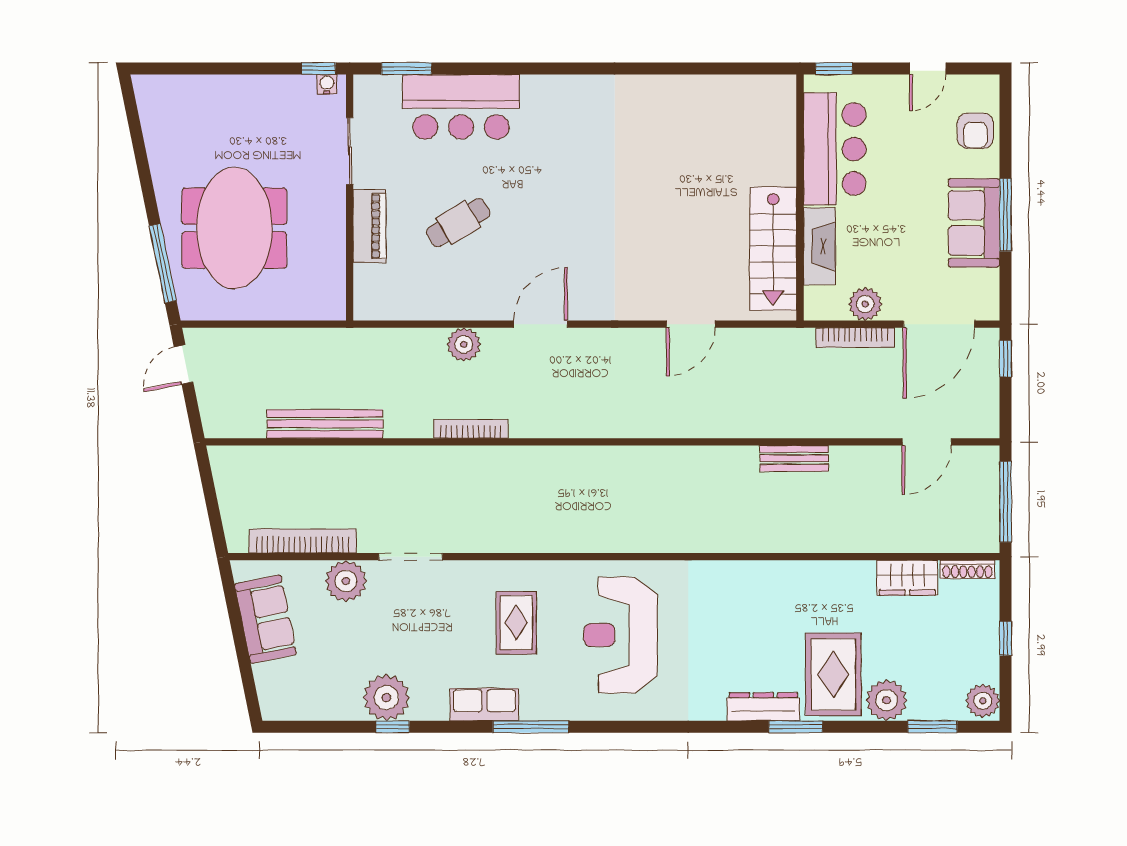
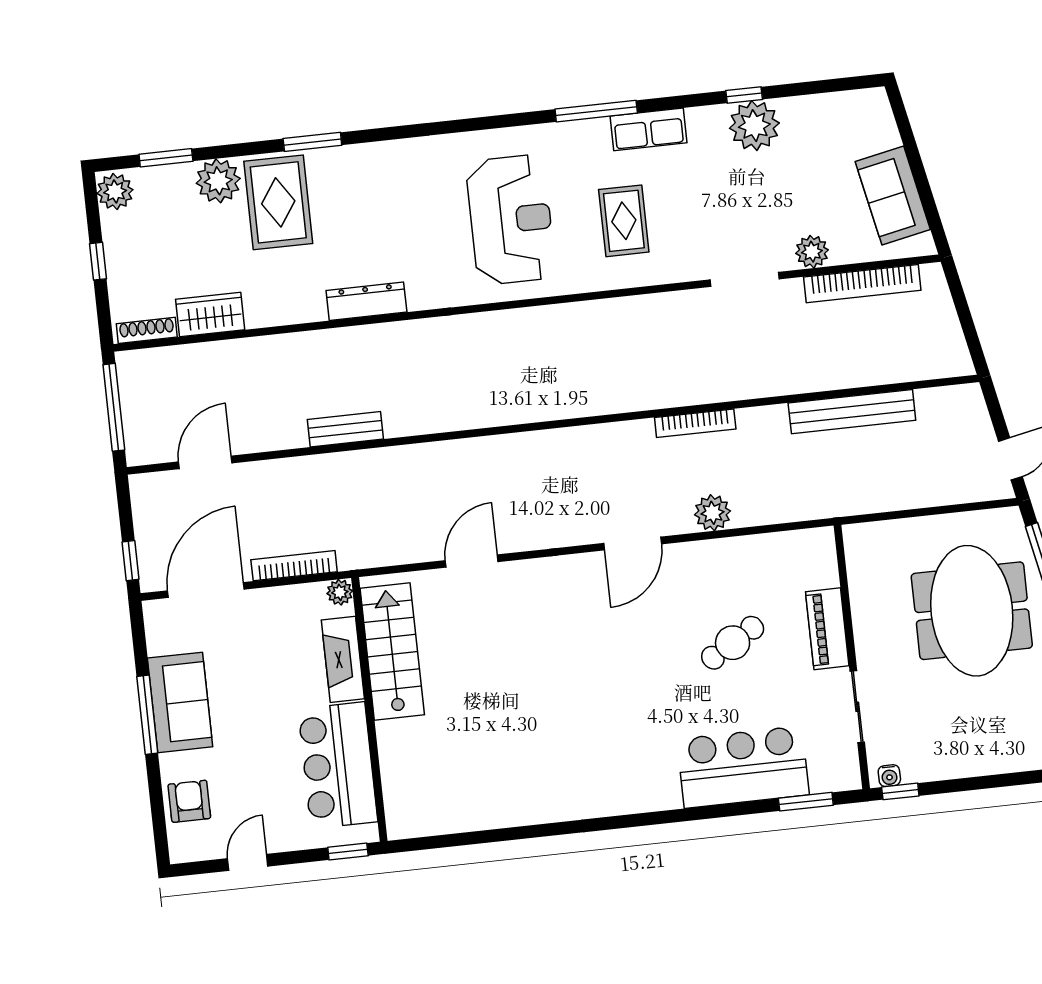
plant: (865, 304) -> (340, 592), moved, width x0.73, depth x0.73
plant: (346, 581) -> (812, 252), width x0.73, depth x0.73
dresser: (763, 707) -> (366, 301), moved, turned 180

